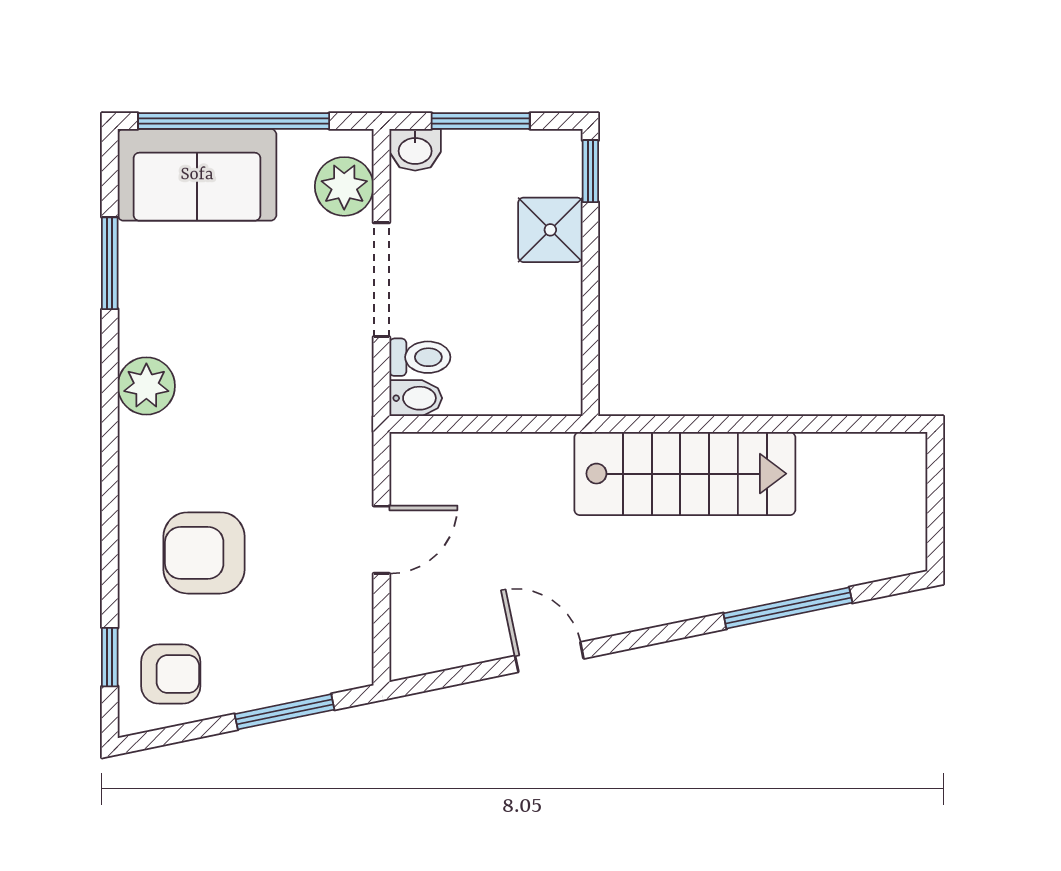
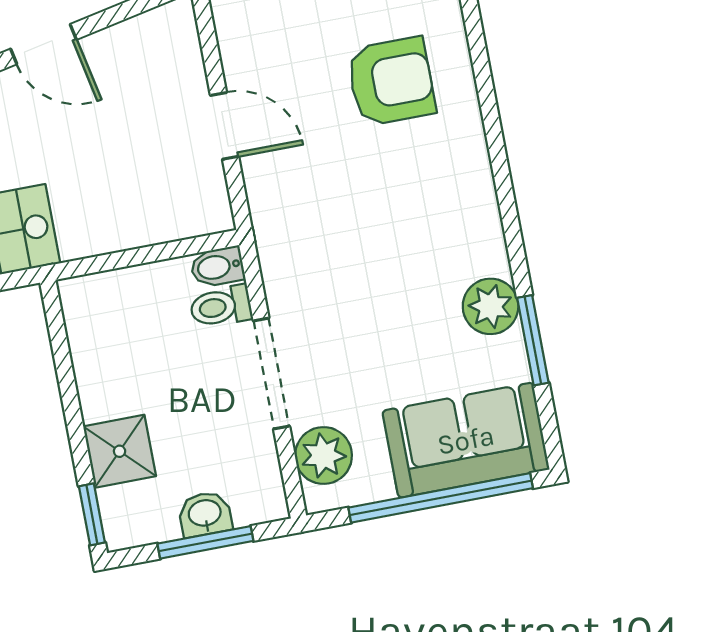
washbasin: (415, 150) -> (205, 514), moved
plant: (146, 386) -> (491, 306), moved
door: (381, 540) -> (225, 126), swing flipped

